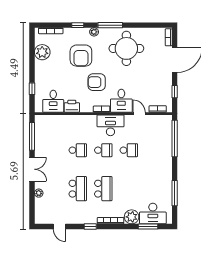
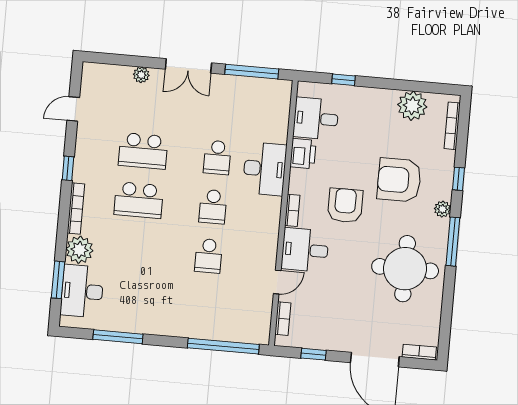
desk: (110, 125) -> (265, 169), moved

